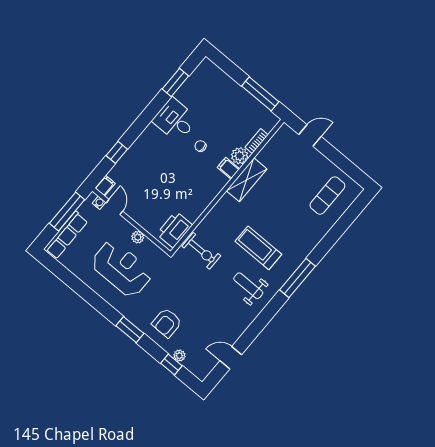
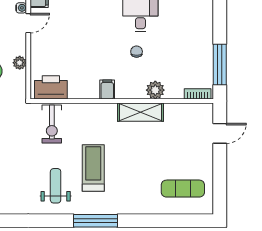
door: (310, 135) -> (220, 133), hinge flipped
bookcase: (257, 141) -> (198, 94), moved
filing cabinet: (228, 168) -> (107, 89), moved

